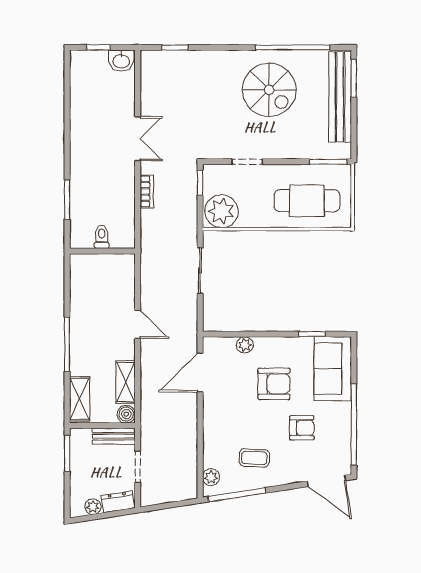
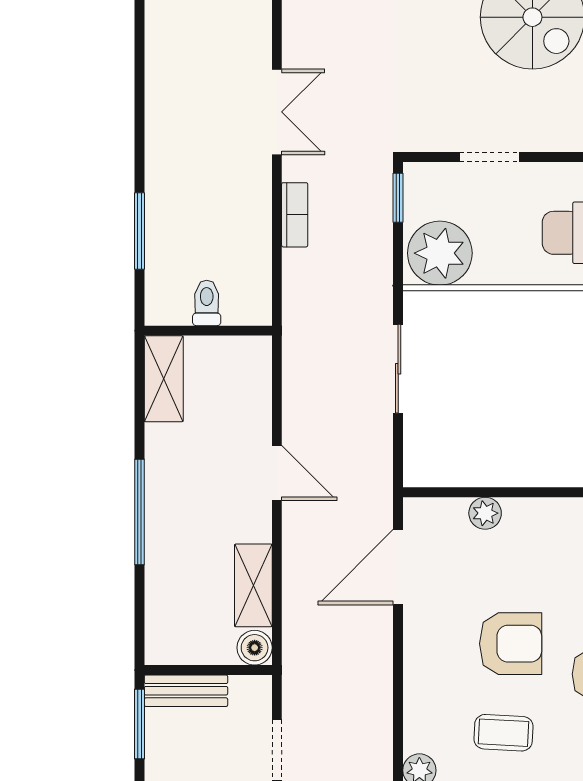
armchair: (274, 384) -> (511, 644), moved
shelving: (80, 399) -> (164, 379), moved
bench: (114, 436) -> (186, 691), moved

